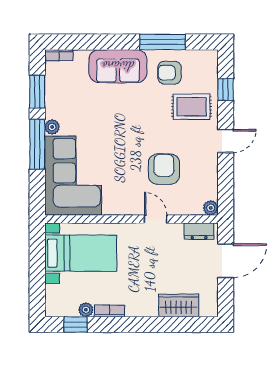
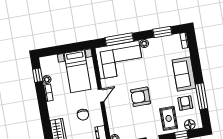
floor lamp: (209, 71) -> (190, 125), added
window: (37, 144) -> (119, 39), moved
armchair: (164, 169) -> (140, 97), moved, turned 180
door: (156, 219) -> (101, 95), moved
chair: (159, 257) -> (83, 115), added

